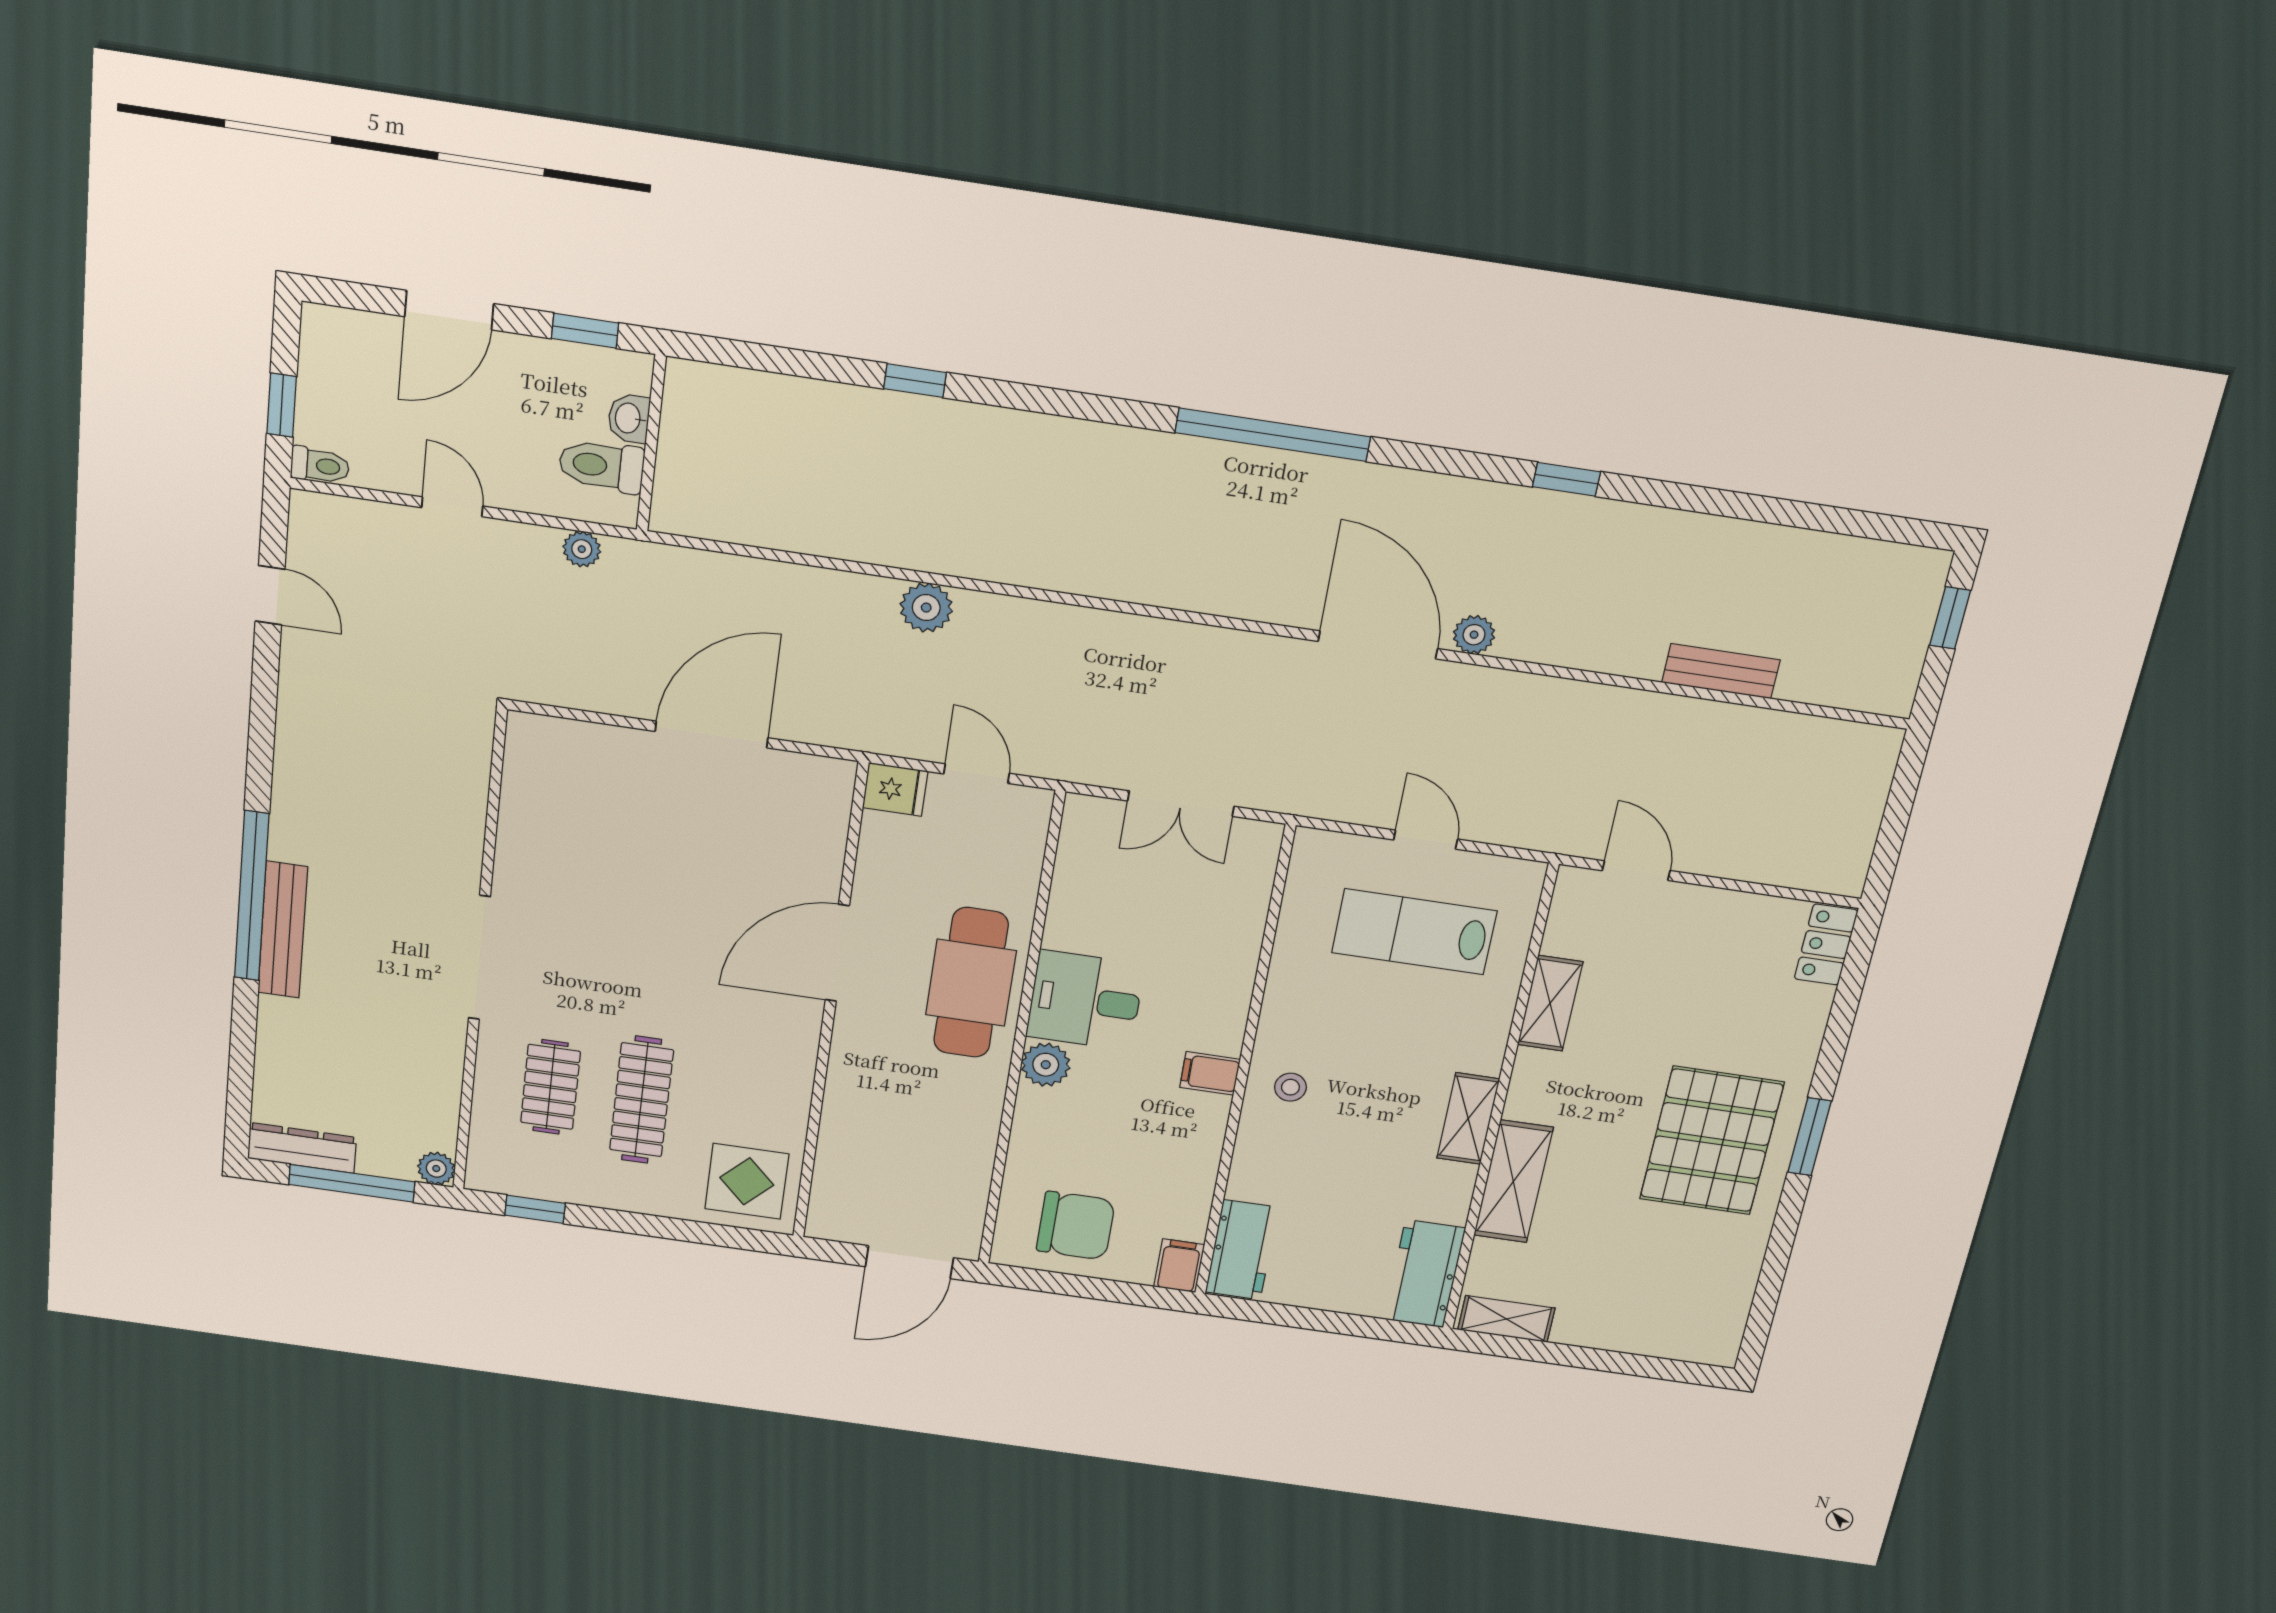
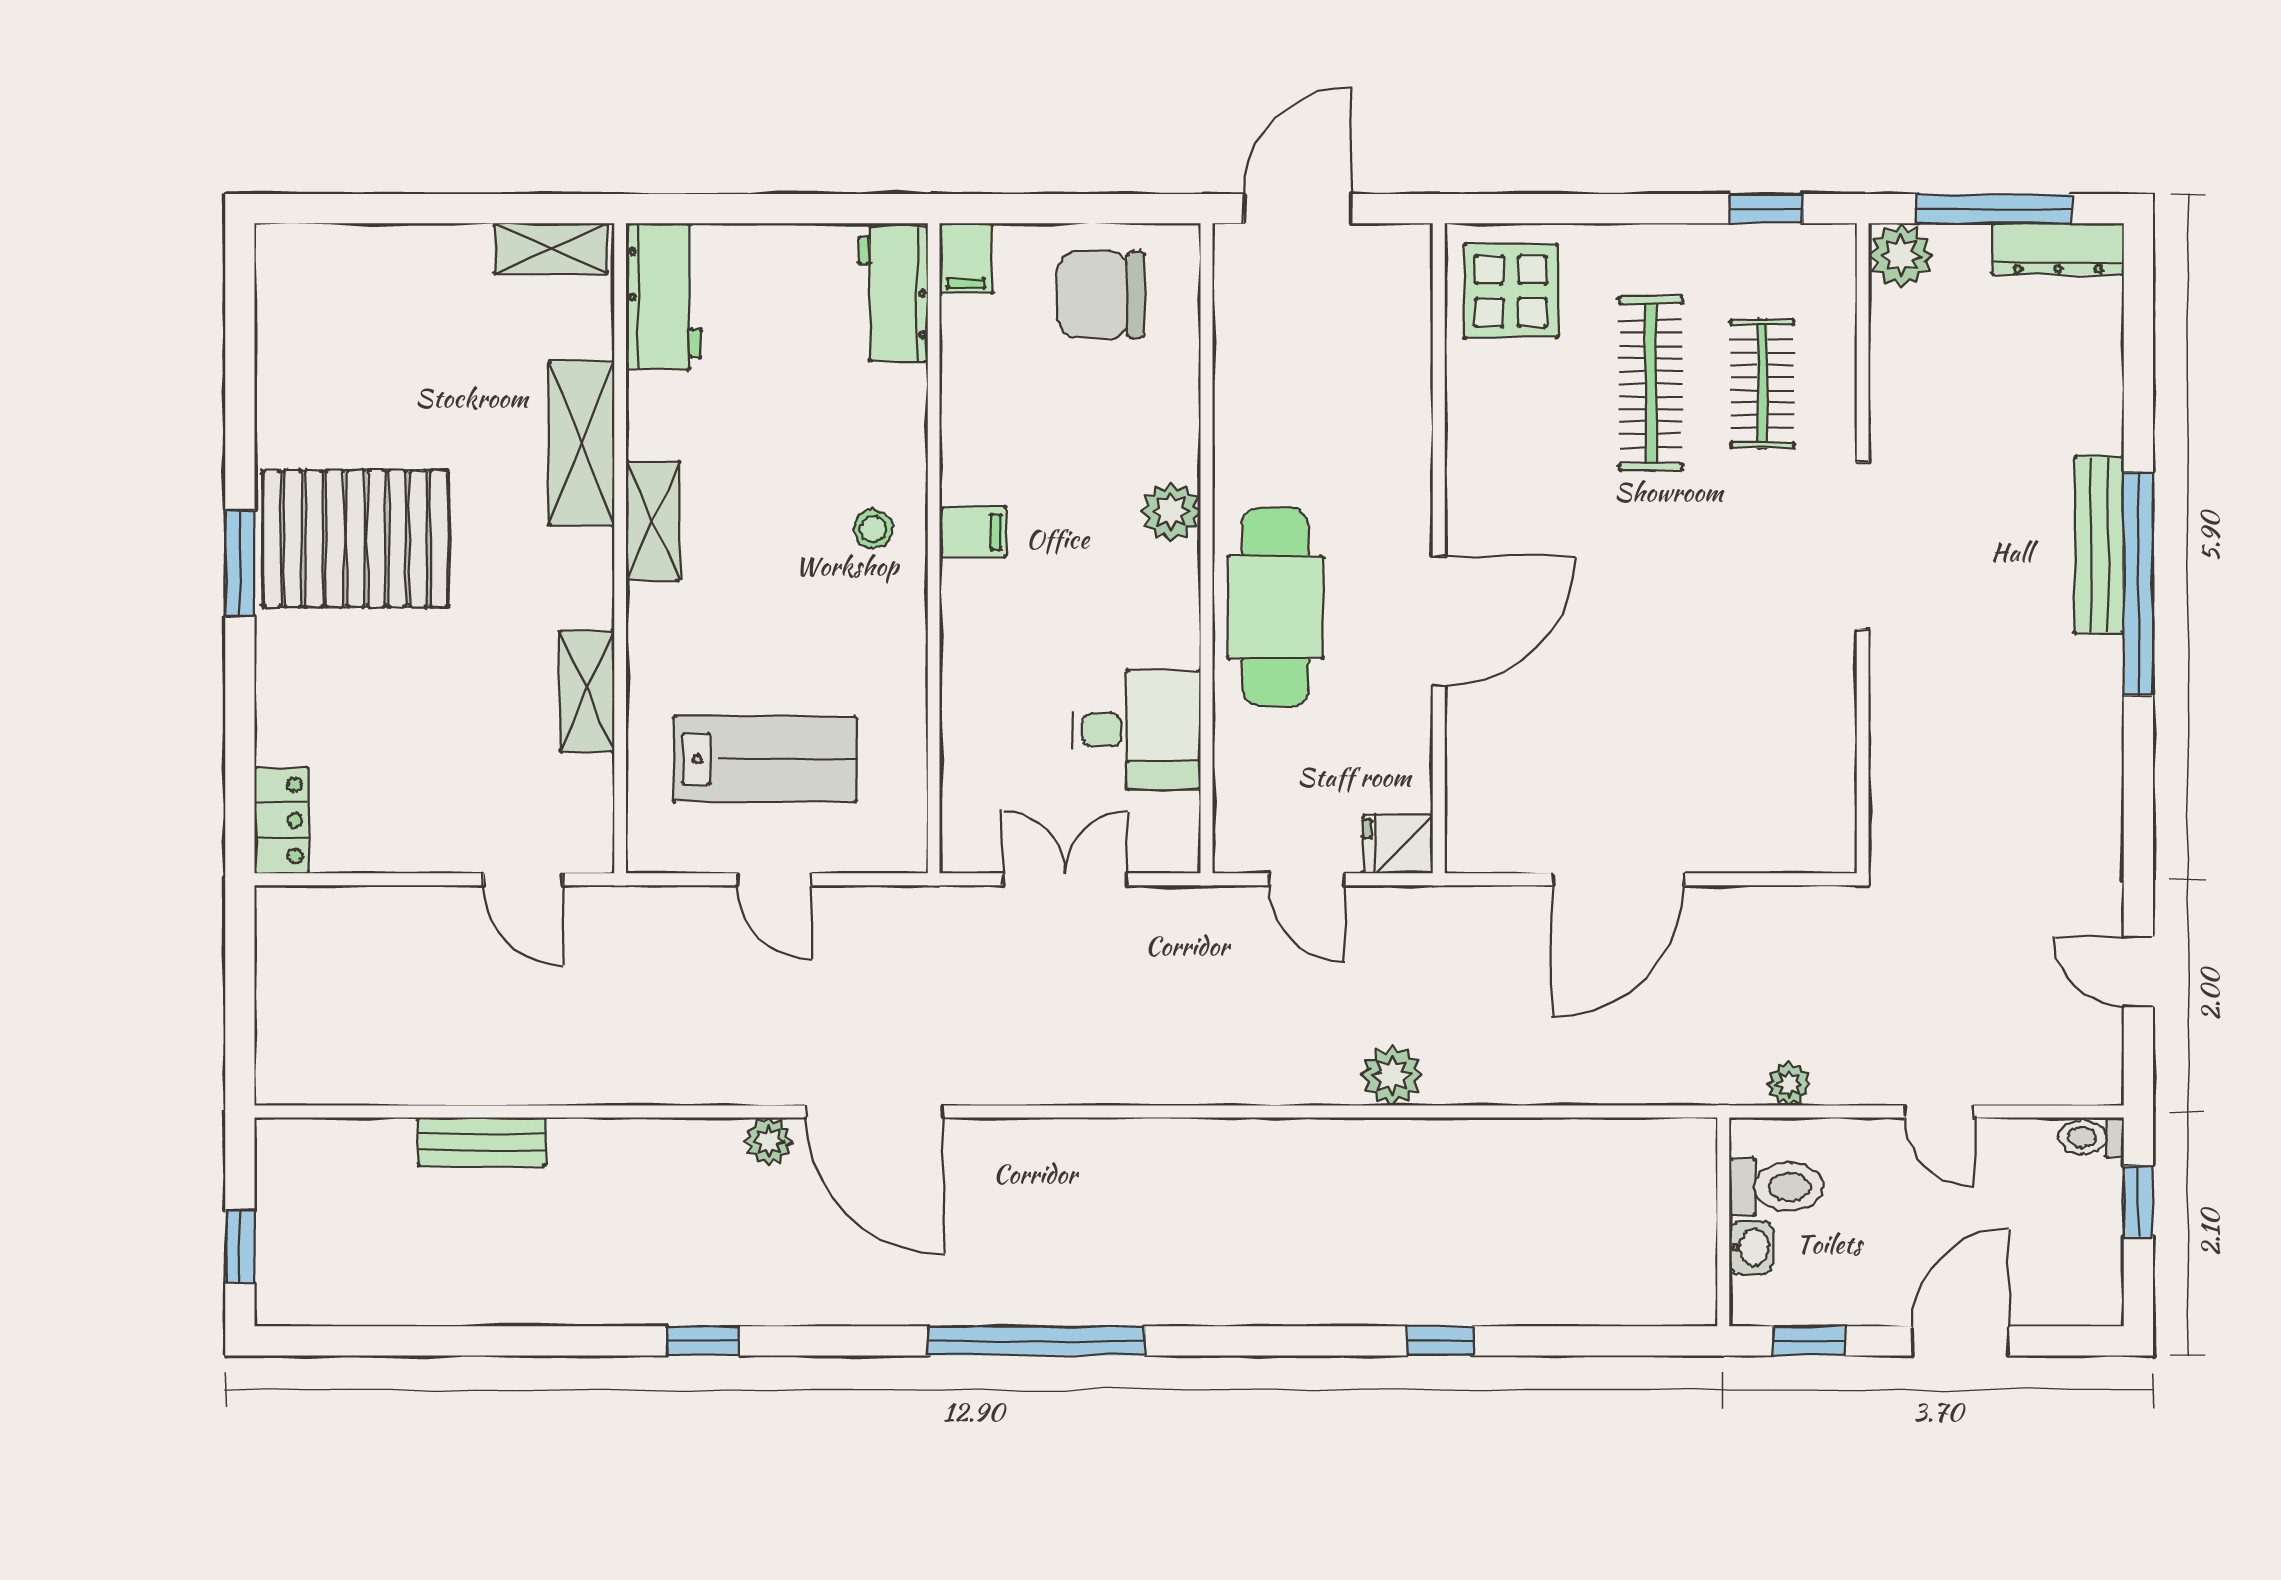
desk: (1085, 1000) -> (1137, 730), moved
pallet: (1712, 1141) -> (356, 539), turned 90
plant: (436, 1169) -> (1901, 255), width x1.38, depth x1.38

